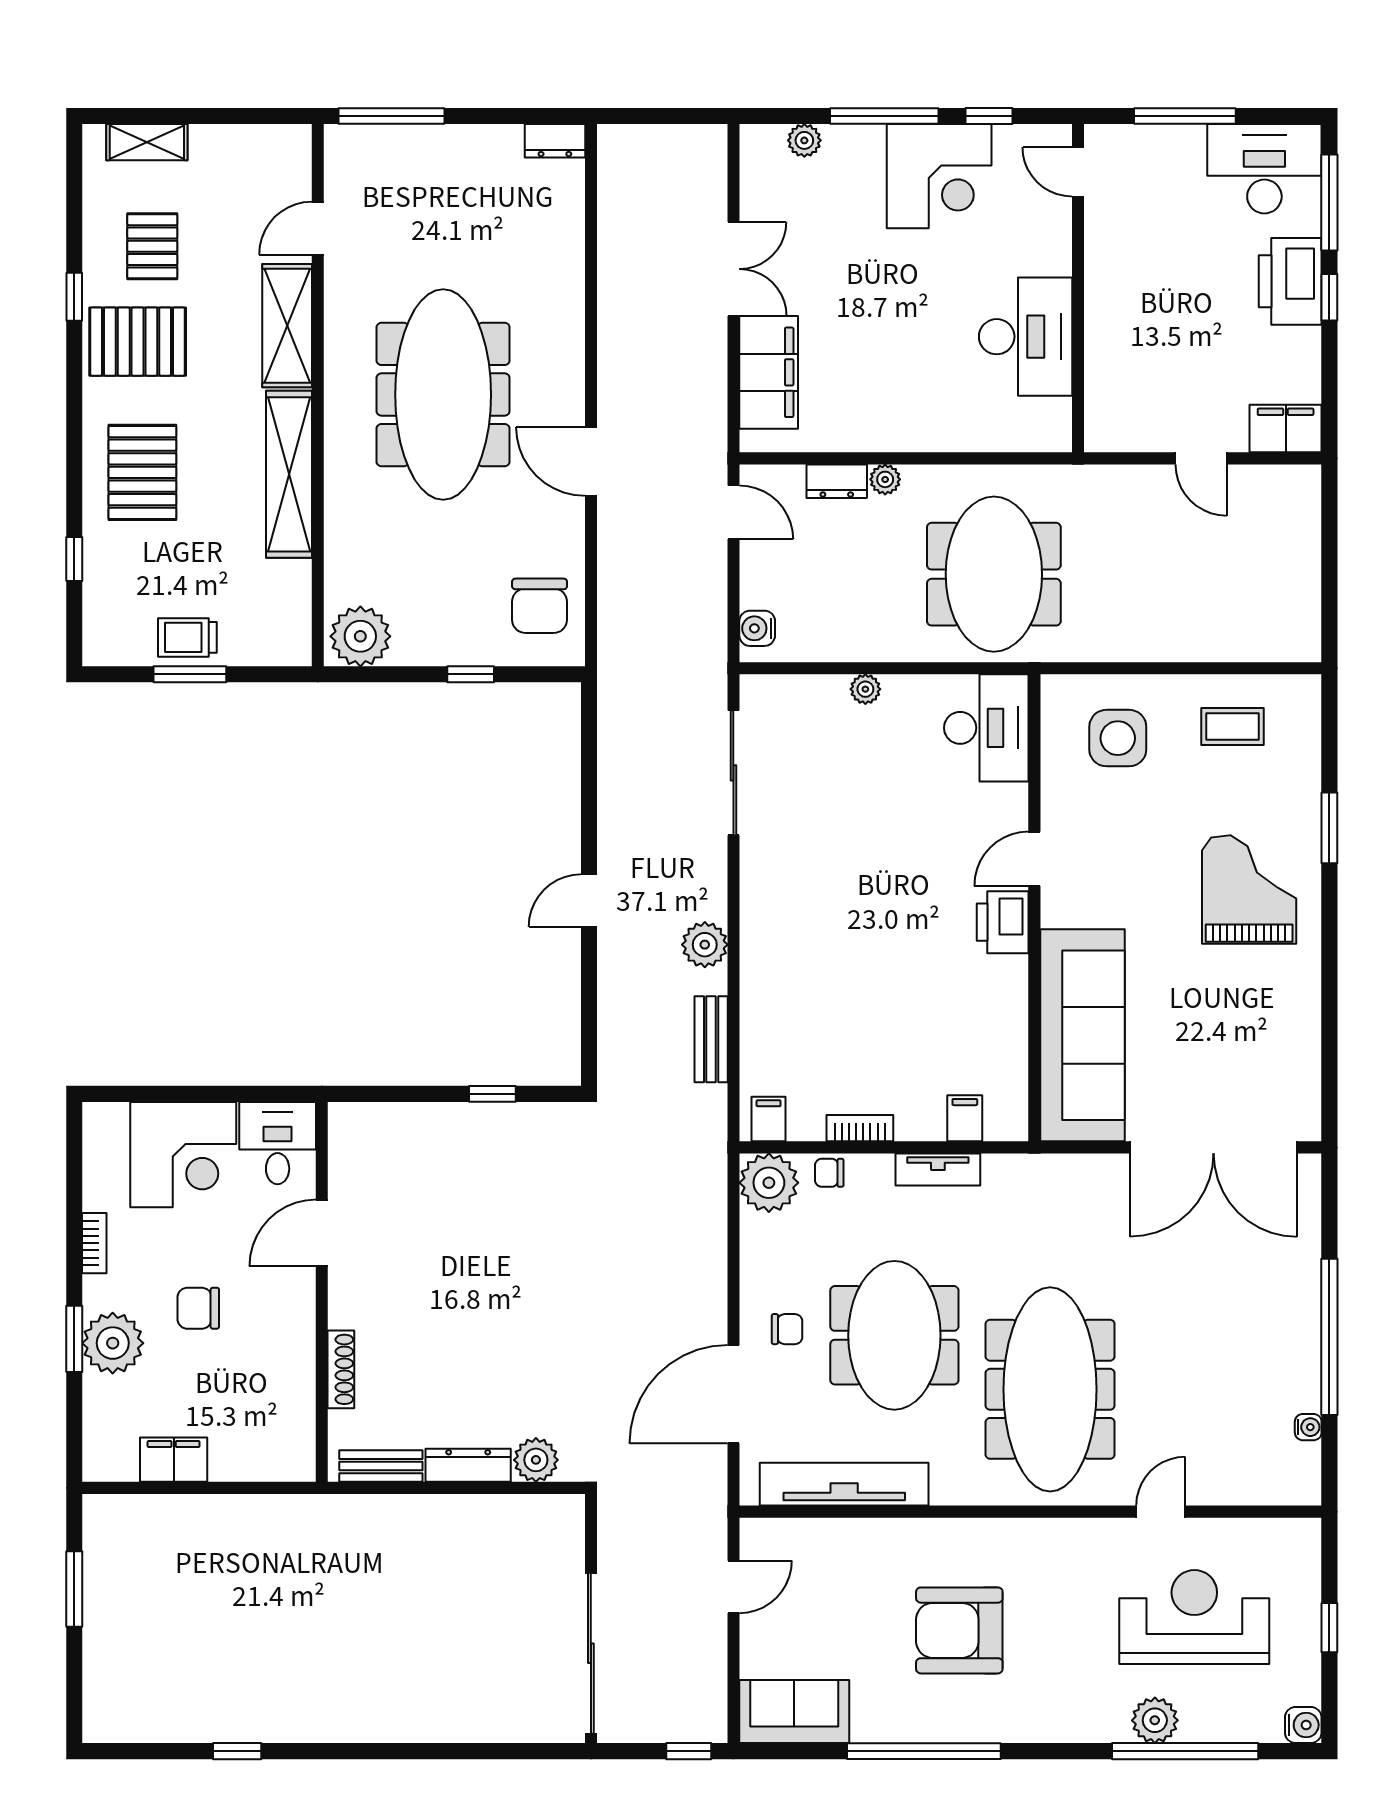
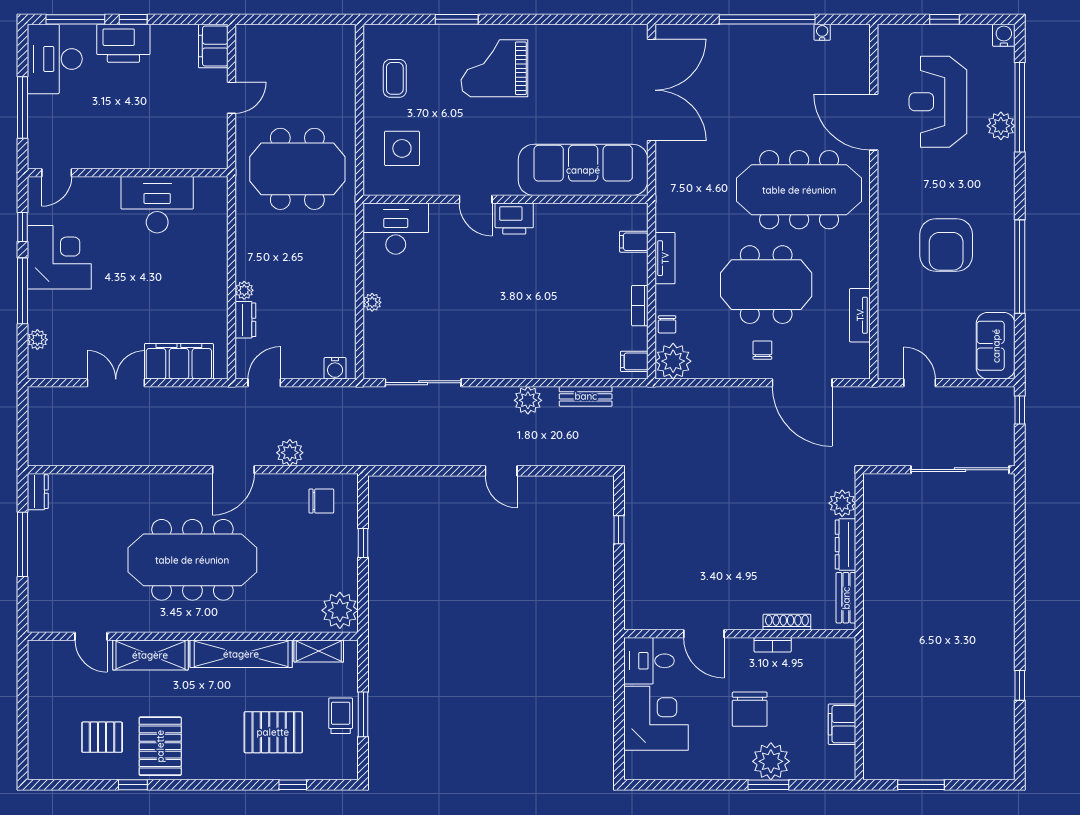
window: (392, 116) -> (23, 544), moved
shelving: (147, 142) -> (319, 651), moved, turned 90
pallet: (142, 472) -> (273, 732), moved
plant: (619, 554) -> (290, 453), added
meeting table: (994, 574) -> (297, 169), moved
chair: (540, 606) -> (321, 501), width x0.73, depth x0.73
trolley: (187, 637) -> (341, 716), turned 180
bookcase: (94, 1243) -> (773, 645), moved, turned 180
chair: (198, 1308) -> (750, 709), width x1.37, depth x1.37
tv unit: (844, 1484) -> (860, 315), width x0.52, depth x0.78
door: (1161, 1512) -> (874, 122), width x1.88

